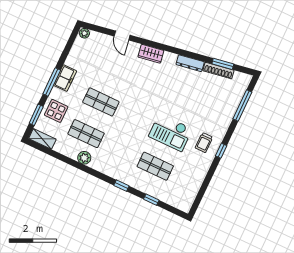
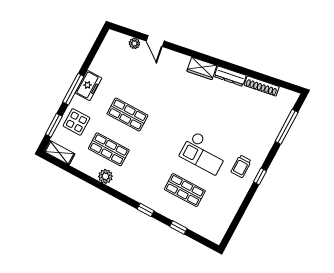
plant: (84, 33) -> (134, 43), moved
wardrobe: (151, 54) -> (202, 68), moved
window: (223, 64) -> (267, 79), removed

